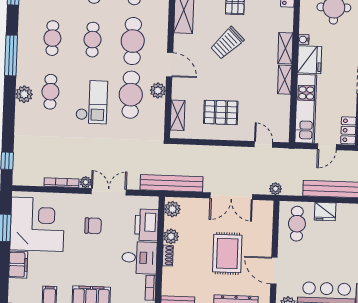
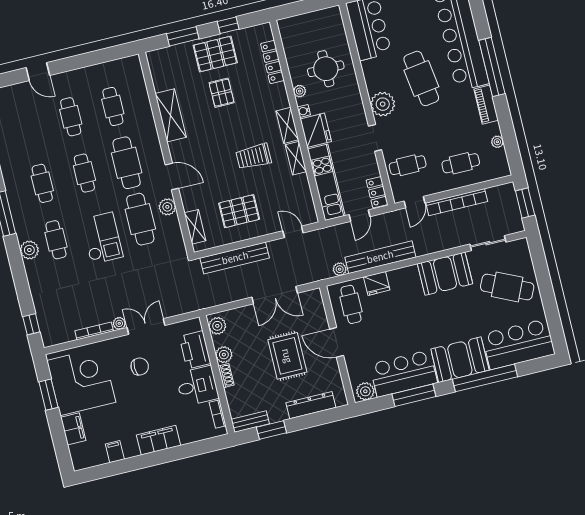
plant: (305, 21) -> (300, 91), added
trolley: (227, 43) -> (254, 156), moved, turned 45
bench: (172, 183) -> (235, 258), moved
plant: (275, 189) -> (340, 269), moved
door: (274, 271) -> (337, 342), moved

